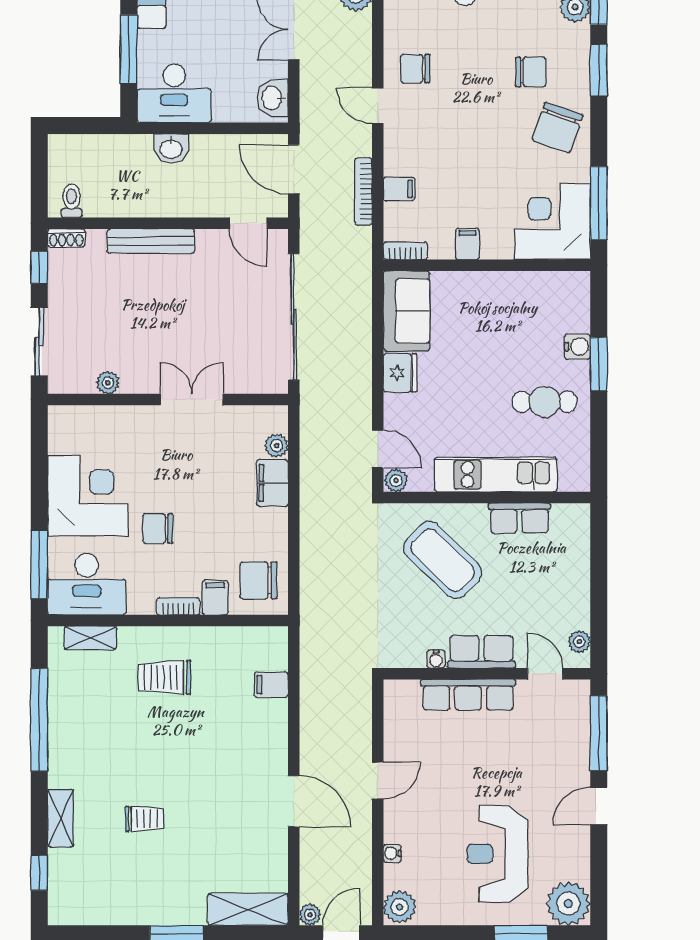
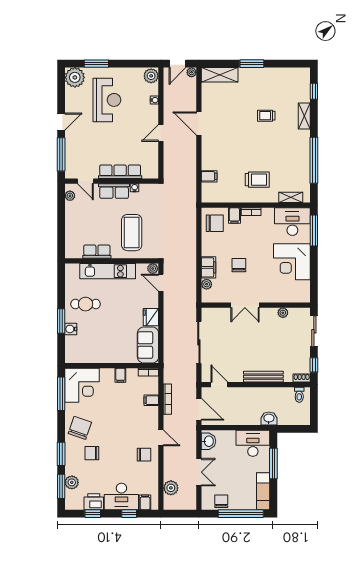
washbasin: (171, 148) -> (269, 418), moved
sliding door: (294, 317) -> (199, 342), width x0.73
chair: (158, 528) -> (239, 265), moved, turned -90
coffee table: (443, 560) -> (132, 233), turned 46

